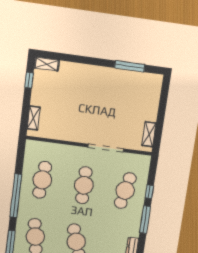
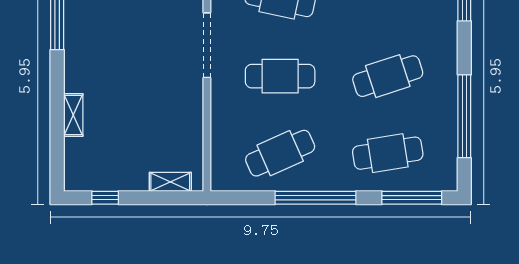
shelving: (47, 64) -> (73, 115), moved
cafe table: (42, 180) -> (280, 153), turned -30

